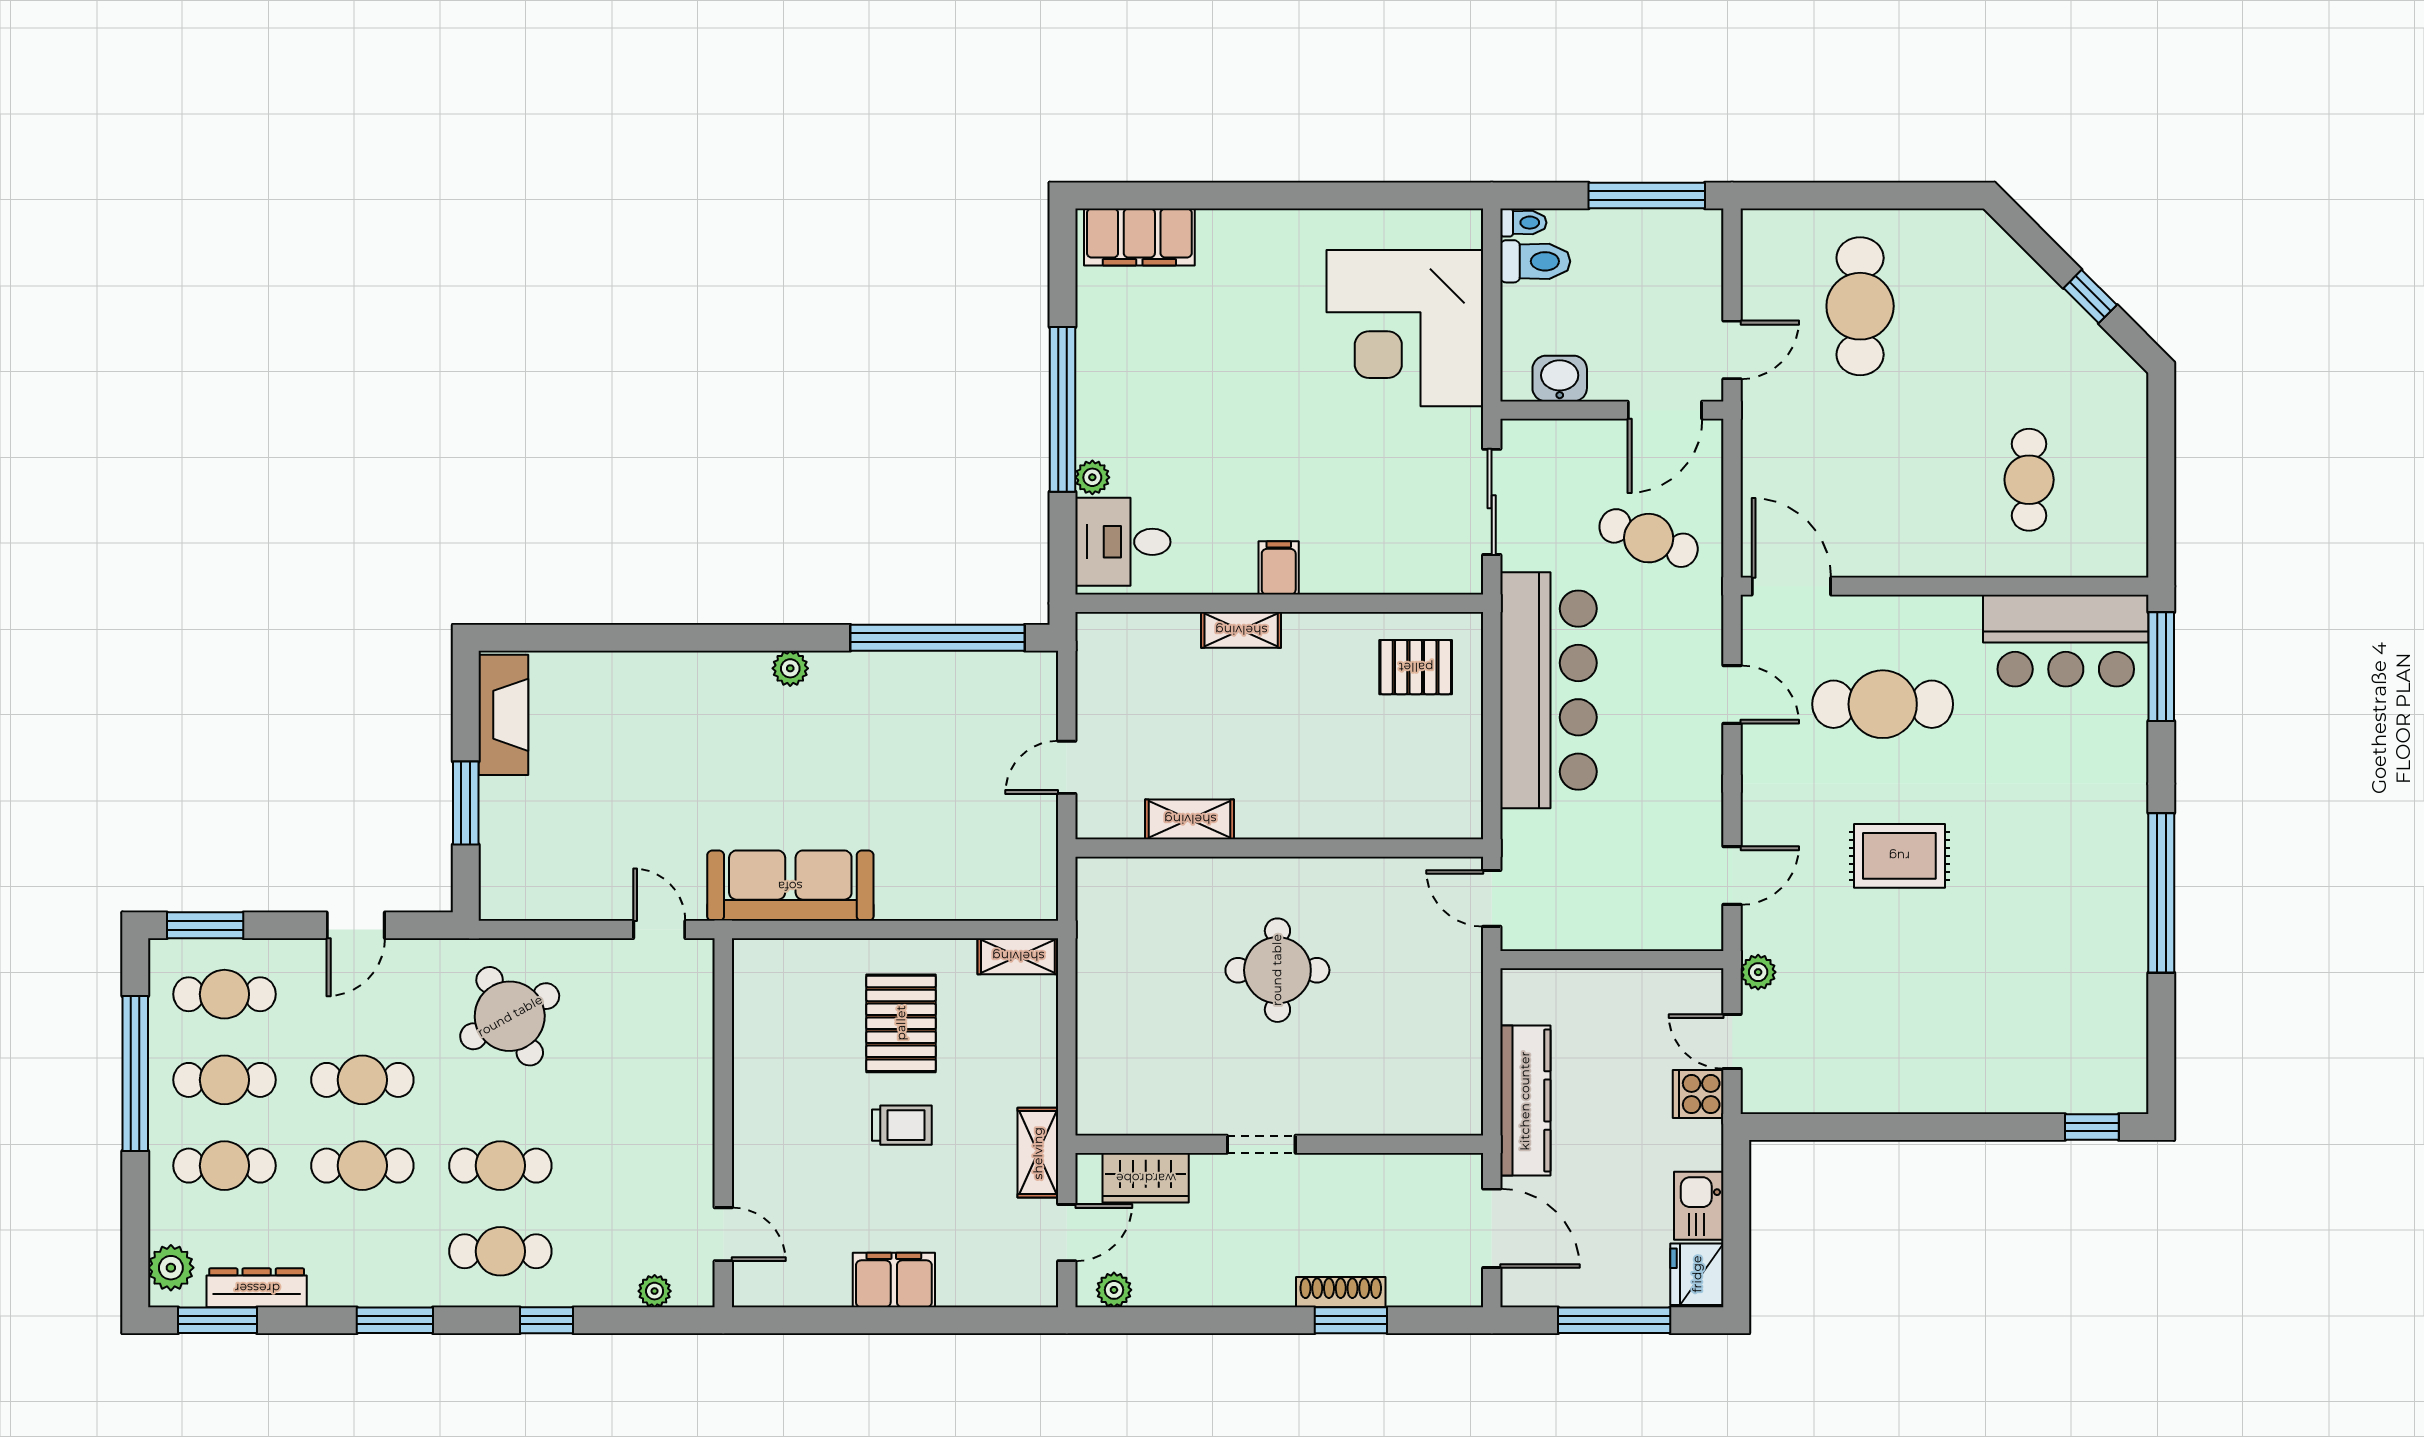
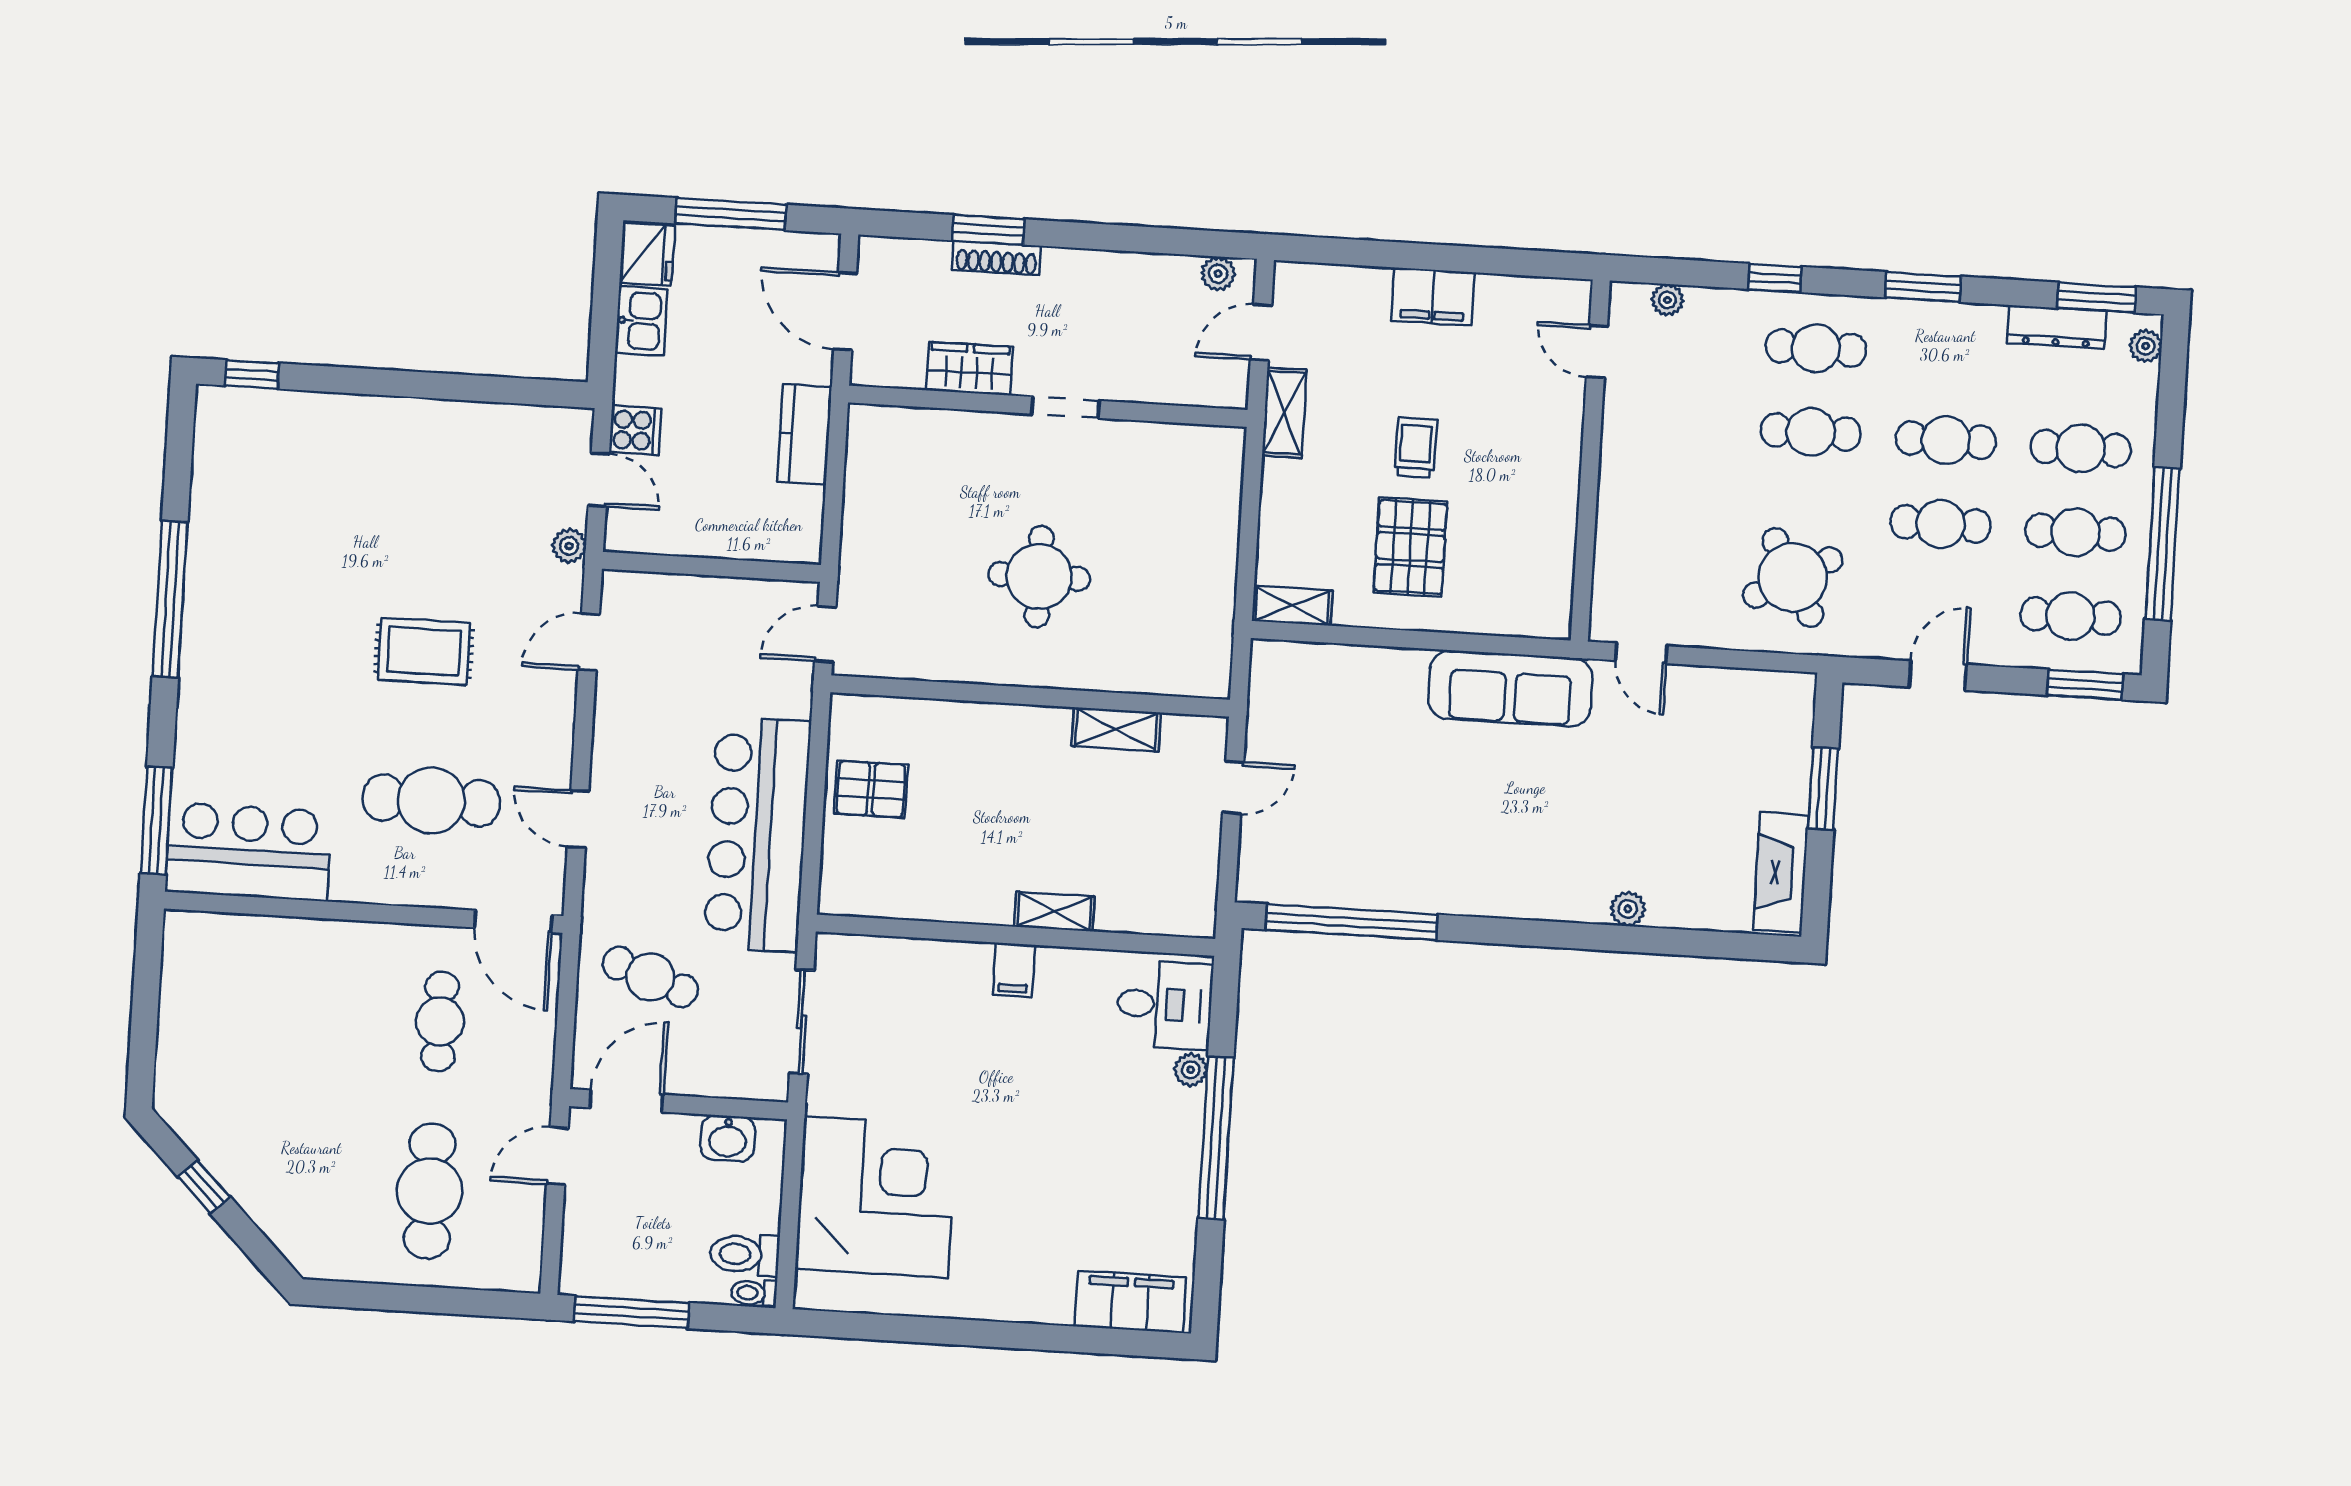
cafe table: (2029, 480) -> (440, 1021), moved
pallet: (1416, 667) -> (871, 789), moved
plant: (790, 668) -> (1628, 909), moved
door: (1492, 898) -> (825, 634), swing flipped
kitchen counter: (1525, 1101) -> (805, 434), width x0.67
trolley: (902, 1125) -> (1416, 447), turned 91
wardrobe: (1146, 1178) -> (969, 369), moved
plant: (171, 1268) -> (2146, 346), width x0.73, depth x0.73

